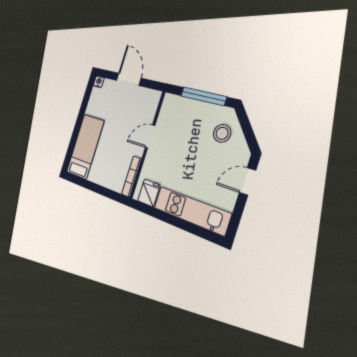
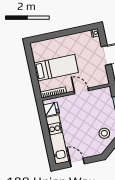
bed: (85, 147) -> (56, 68), moved
door: (248, 181) -> (77, 163), moved

